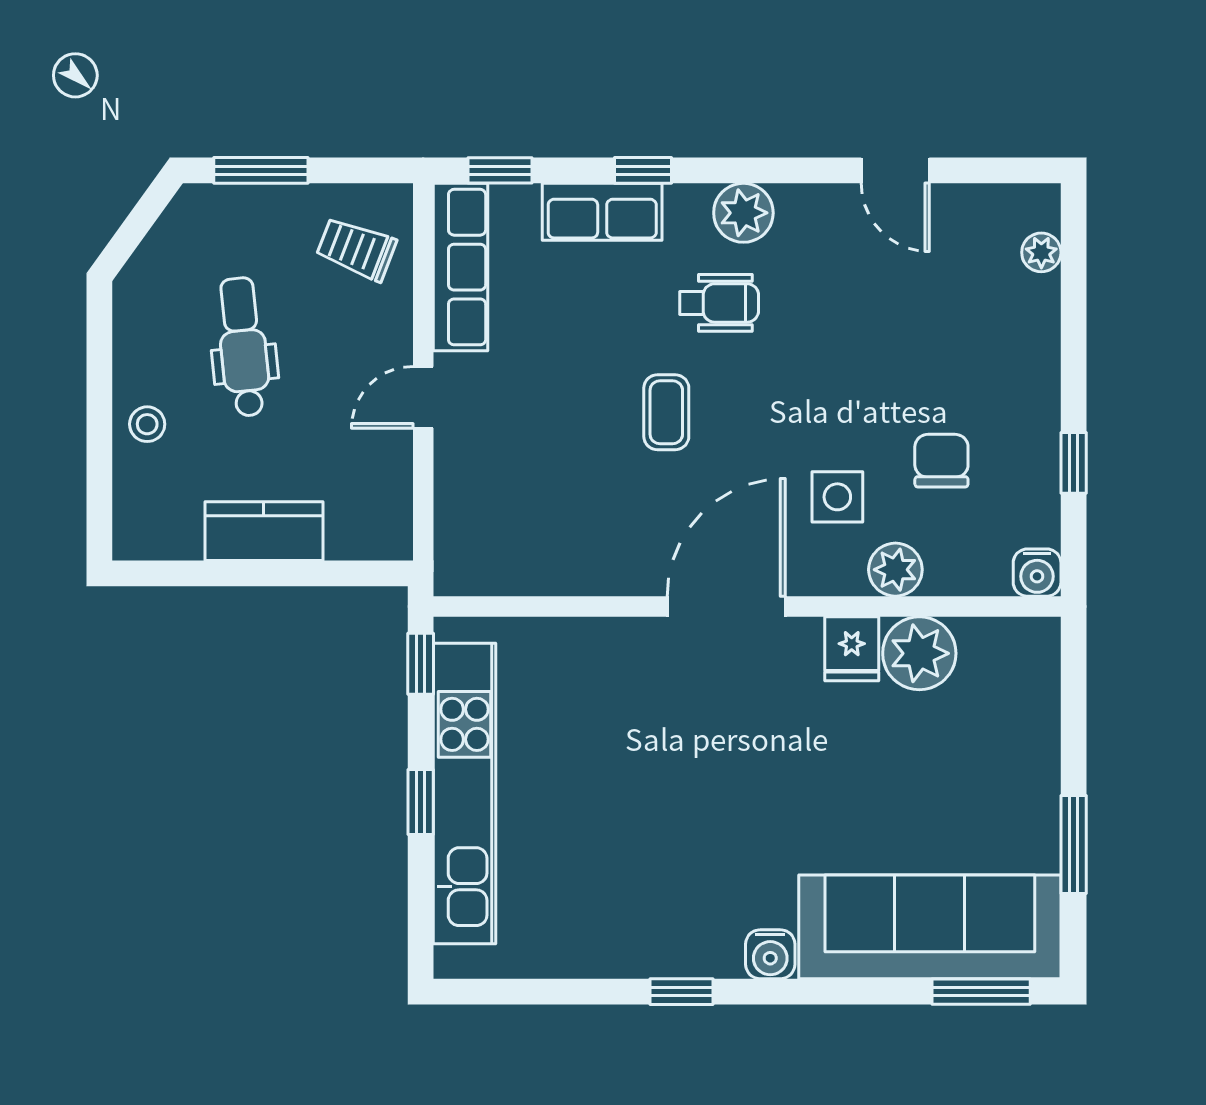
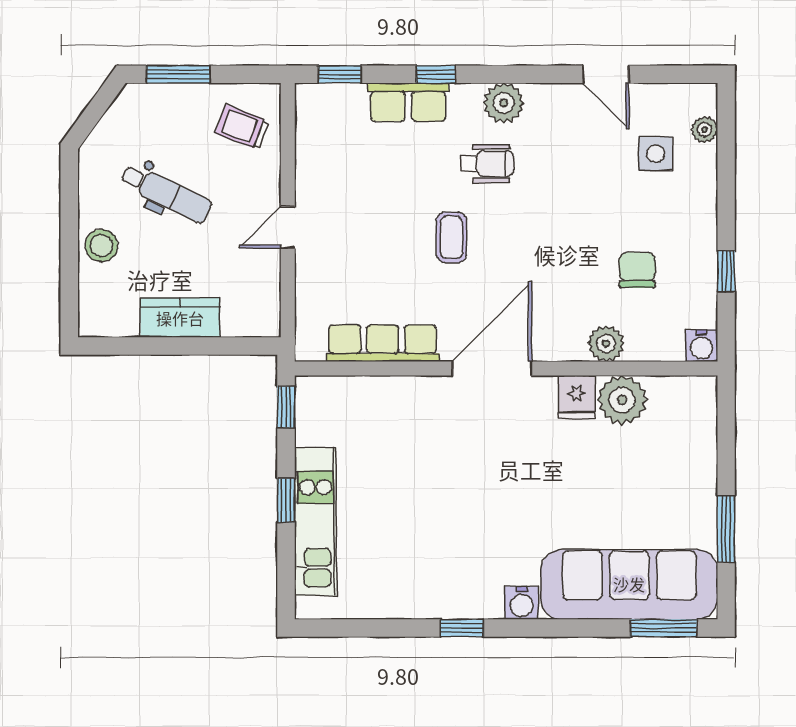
row of seats: (461, 267) -> (383, 343), moved, turned -90
dental chair: (243, 347) -> (166, 193), turned 122
stool: (147, 424) -> (102, 245), width x1.37, depth x1.37
side table: (837, 497) -> (656, 154), moved
kitchen unit: (464, 793) -> (315, 522), width x0.73

